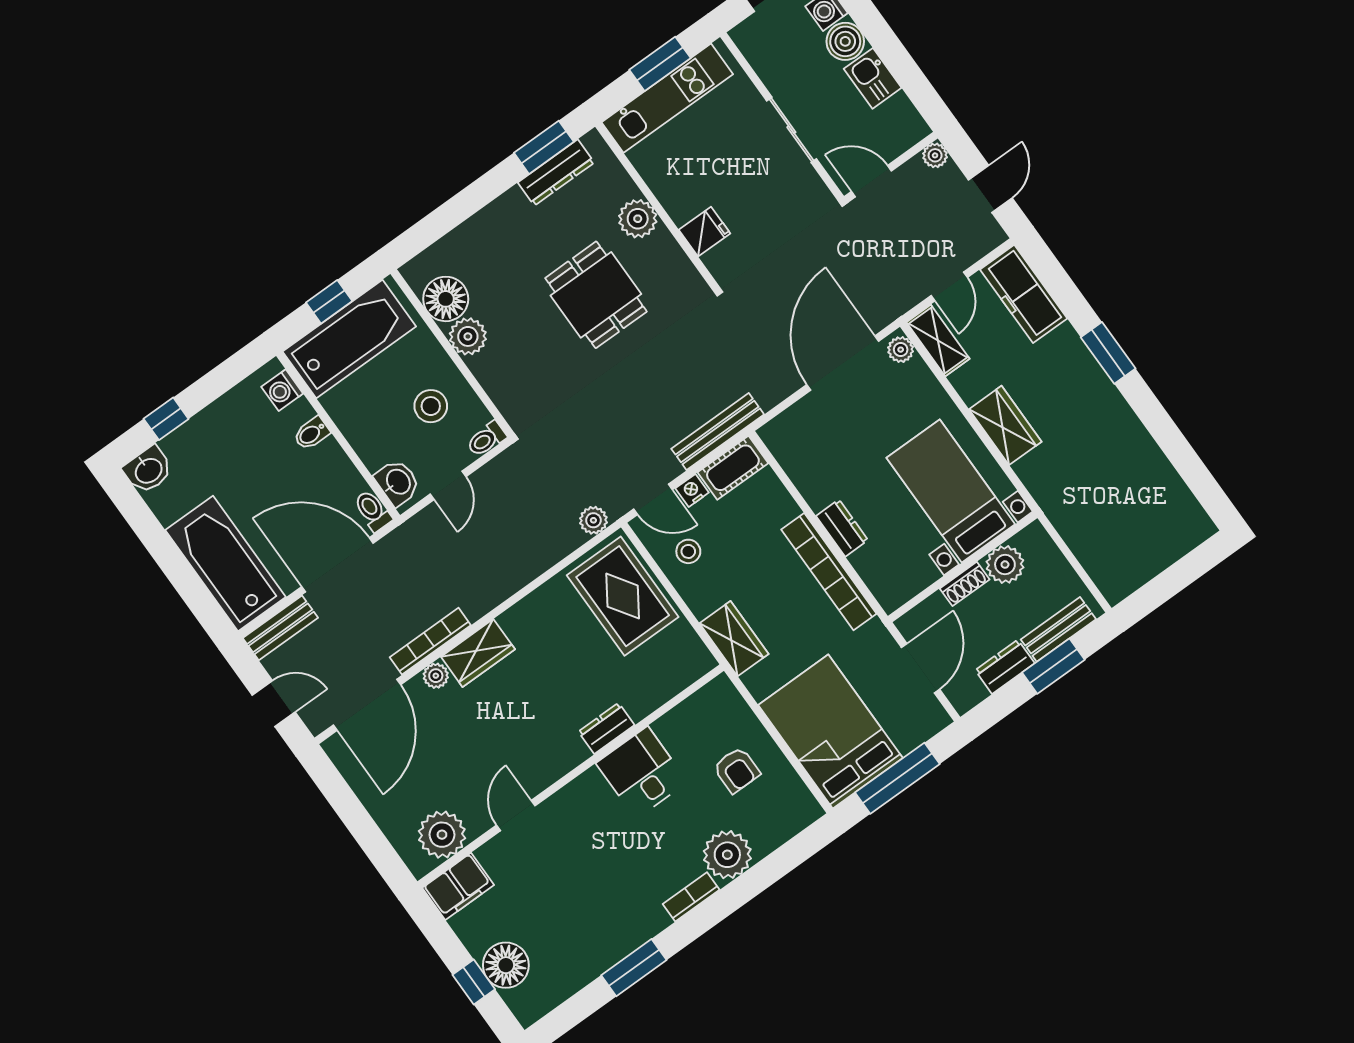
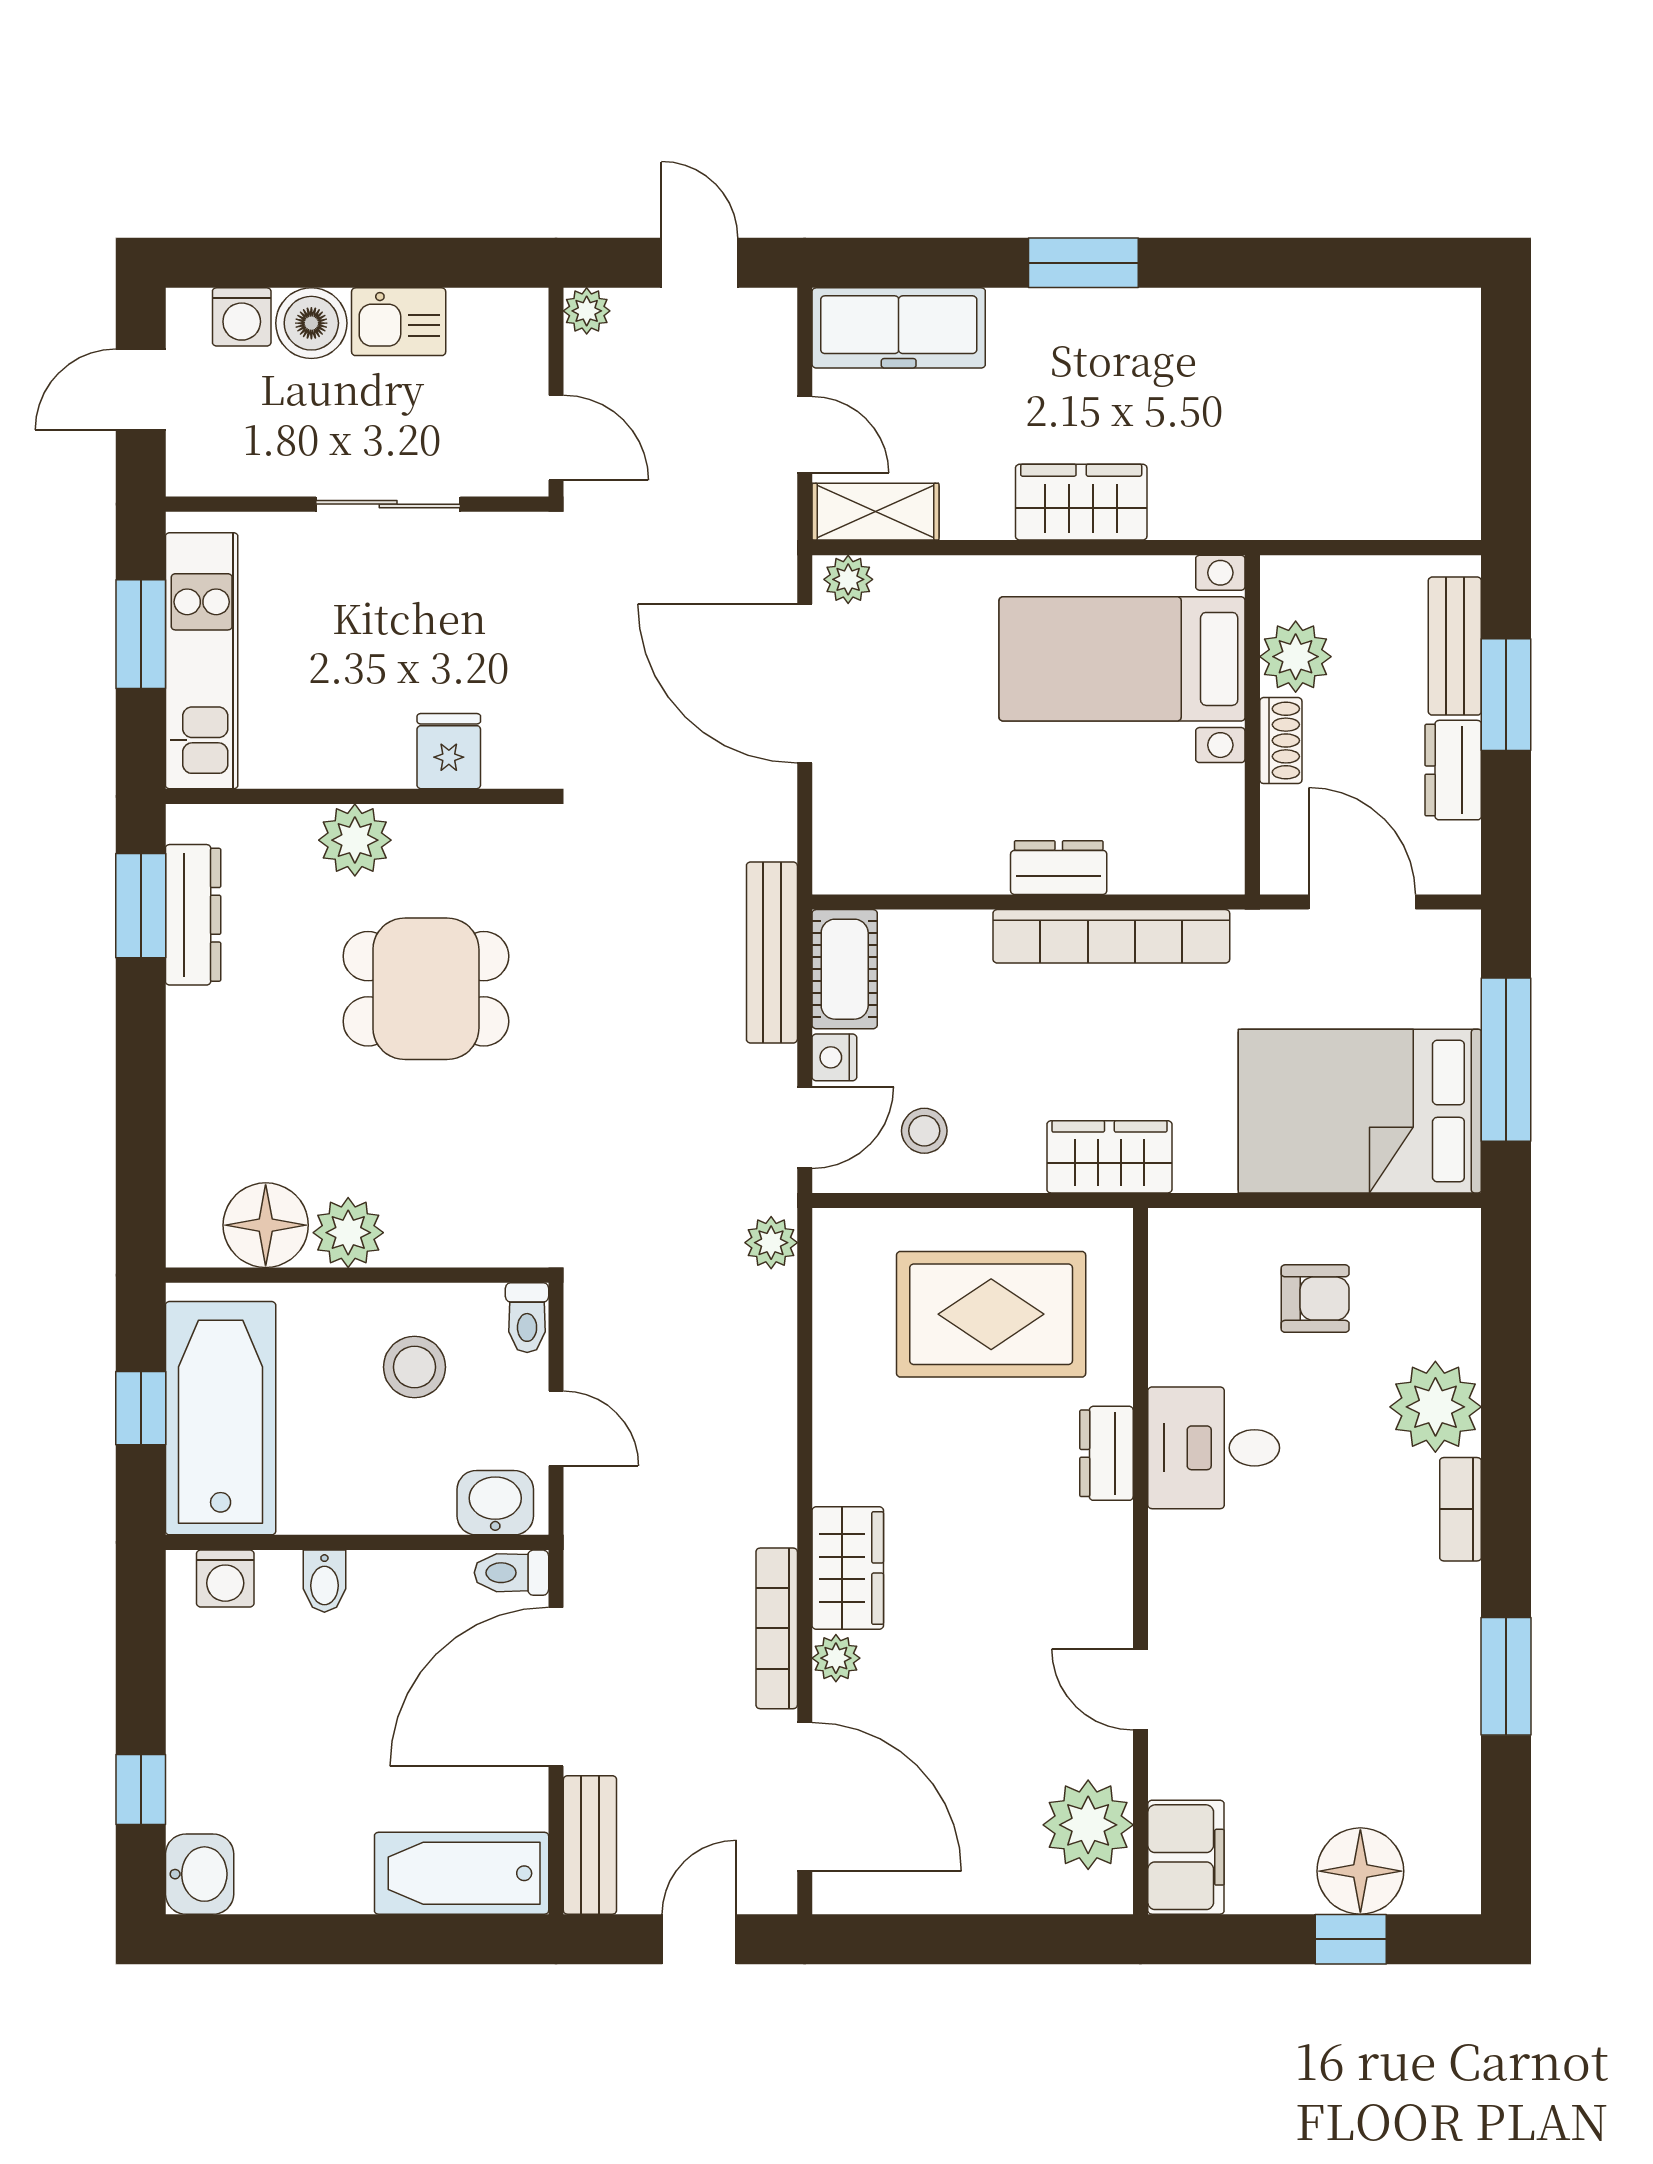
door: (871, 181) -> (556, 438), swing flipped
bathtub: (225, 564) -> (462, 1873), width x0.73, depth x0.73
rug: (623, 596) -> (991, 1314), moved

